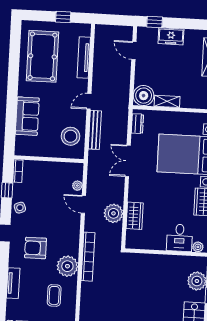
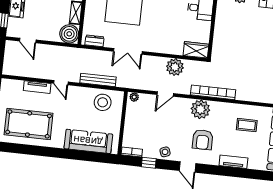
door: (134, 51) -> (28, 41), hinge flipped
tv unit: (84, 58) -> (37, 87), width x0.71
door: (89, 101) -> (61, 83), moved
sofa: (27, 116) -> (88, 141), width x1.36
plant: (77, 186) -> (134, 97), moved
wardrobe: (135, 216) -> (196, 50), moved
plant: (67, 266) -> (200, 109), moved

